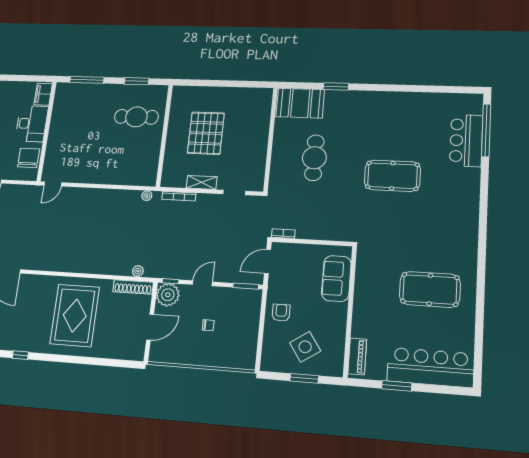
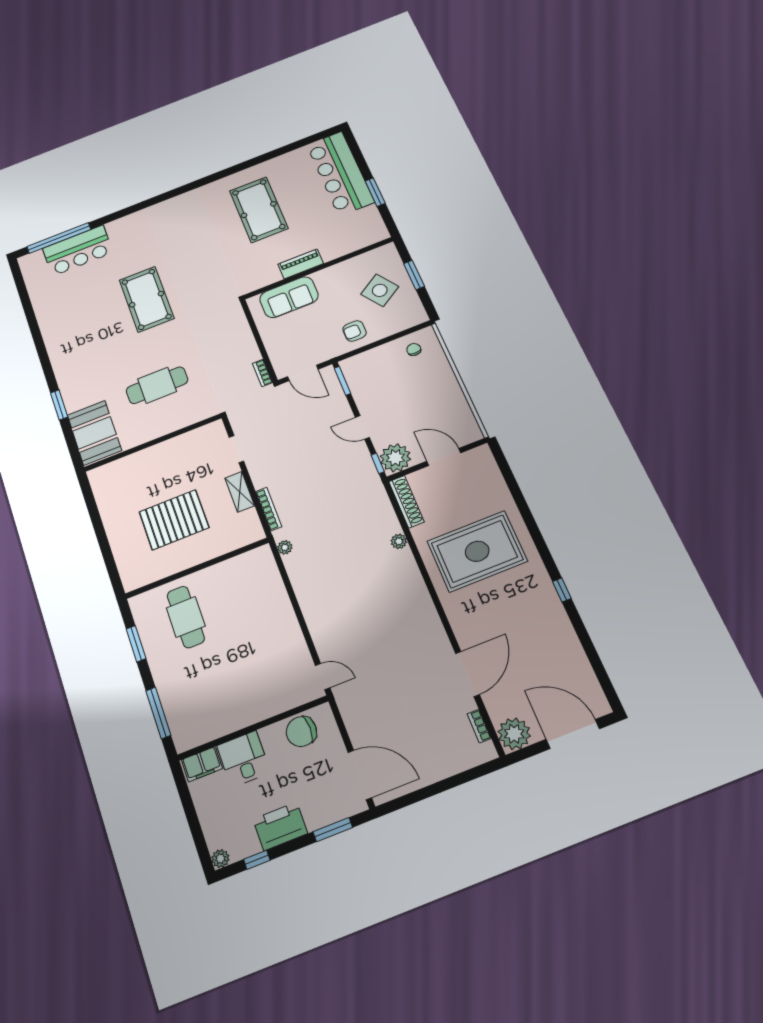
desk: (32, 124) -> (244, 759), width x0.73
plant: (138, 271) -> (399, 541), moved
chair: (208, 325) -> (414, 349), moved
piano: (357, 356) -> (301, 264), moved

